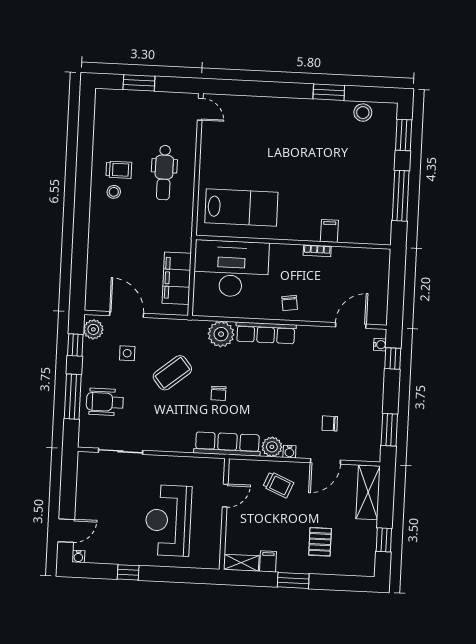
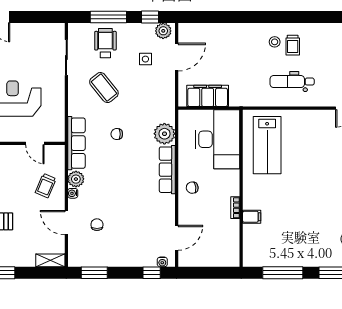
door: (351, 325) -> (177, 238), hinge flipped
coffee table: (172, 373) -> (104, 88), moved
shelving: (368, 492) -> (50, 260), width x0.67, depth x0.75

